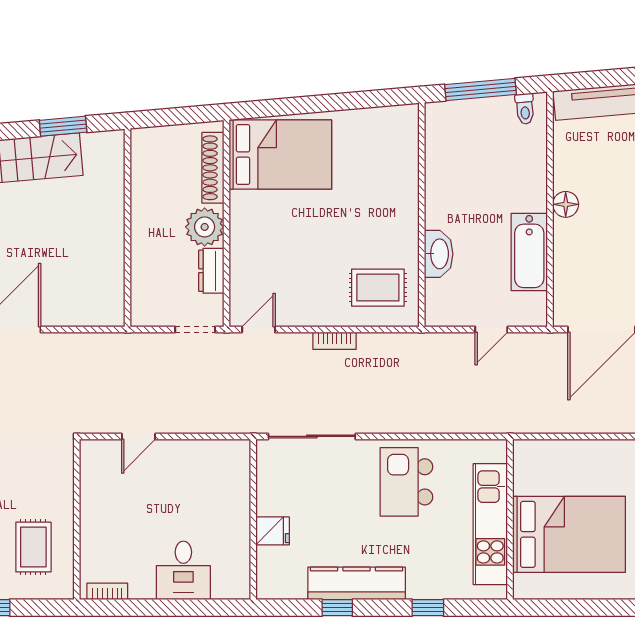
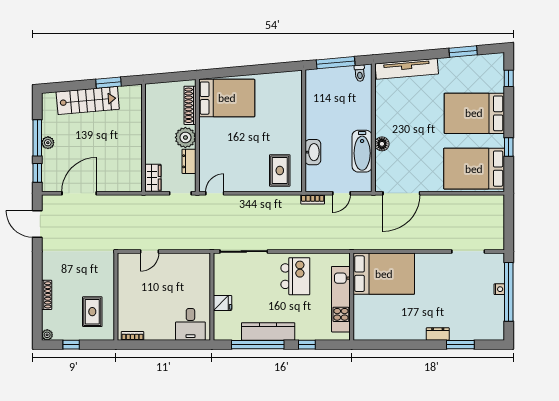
floor lamp: (566, 204) -> (382, 144), moved
rug: (378, 288) -> (280, 170), turned 90
wardrobe: (145, 301) -> (153, 178), added
bookcase: (335, 341) -> (313, 199), moved
kitchen island: (406, 482) -> (295, 276), turned 180
bed: (569, 534) -> (384, 274), moved
desk: (183, 570) -> (190, 324), moved
window: (337, 608) -> (258, 345), width x3.17

